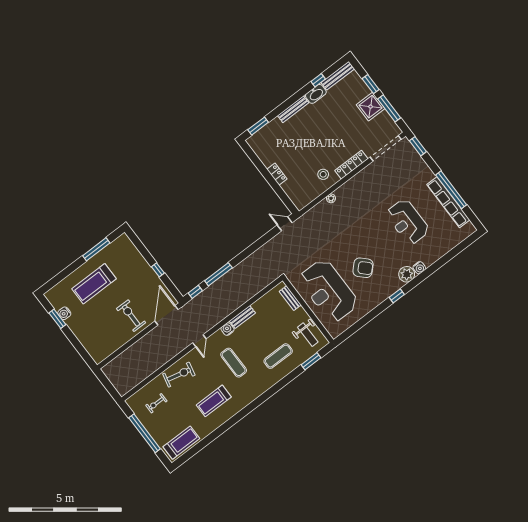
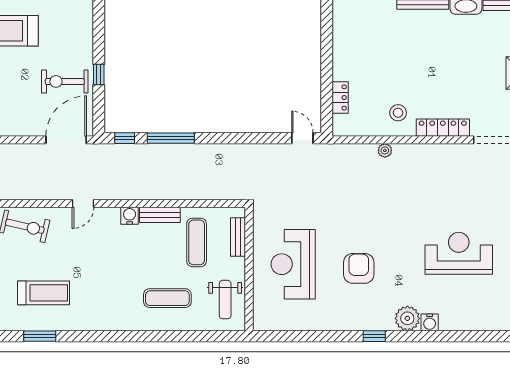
locker: (277, 174) -> (340, 98), moved
reception desk: (408, 222) -> (459, 253), turned 90
armchair: (363, 268) -> (359, 268), turned -135
reception desk: (328, 291) -> (293, 264), width x0.74, depth x0.77
exercise bike: (131, 316) -> (65, 81), moved, turned -90
window: (311, 361) -> (40, 336), moved
exercise mat: (234, 363) -> (197, 242), moved
treadmill: (214, 401) -> (44, 293), turned 180

